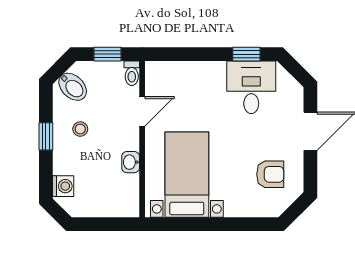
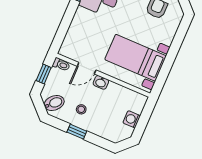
door: (142, 111) -> (87, 68), swing flipped
washbasin: (131, 162) -> (101, 82), moved
washing machine: (63, 186) -> (132, 119), moved, turned -90

